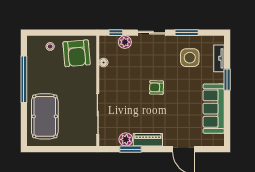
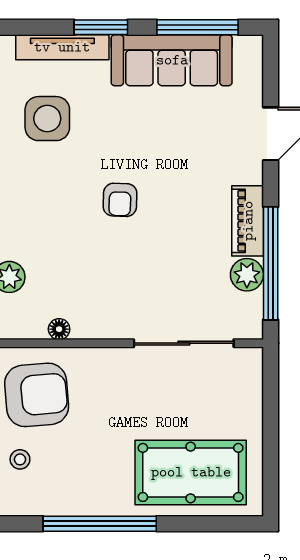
tv unit: (219, 58) -> (62, 47), width x1.41
window: (227, 119) -> (197, 27), added
window: (130, 149) -> (271, 263), width x2.11

